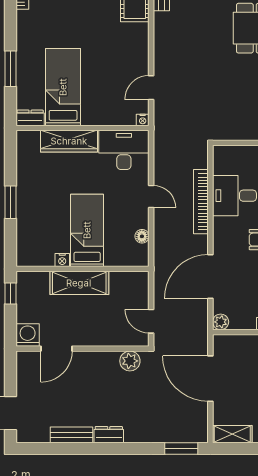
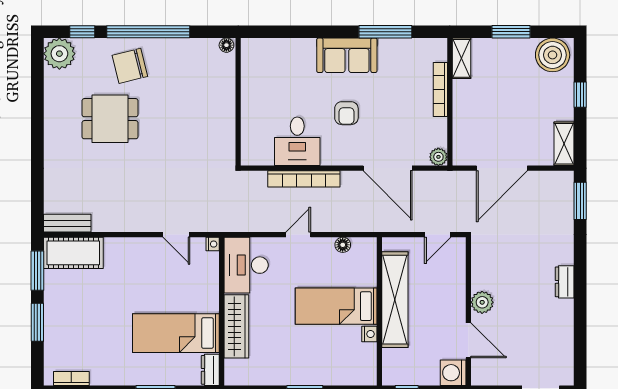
shelving: (79, 283) -> (395, 300), width x1.47
plant: (130, 361) -> (482, 302), moved
bench: (71, 435) -> (565, 324), removed

